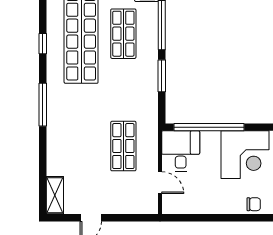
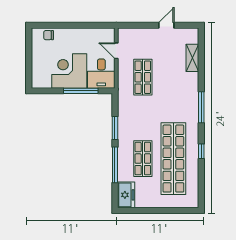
window: (209, 127) -> (81, 91), width x0.68
corner desk: (245, 155) -> (69, 71), moved
shelving: (55, 195) -> (192, 58), moved

